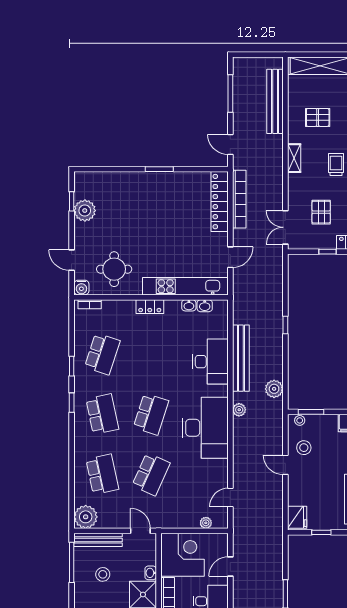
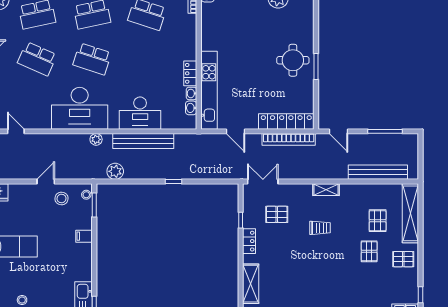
pallet: (318, 117) -> (378, 221), moved
door: (230, 144) -> (338, 131), swing flipped
round table: (114, 269) -> (293, 60), moved
locker: (150, 307) -> (190, 73), moved

